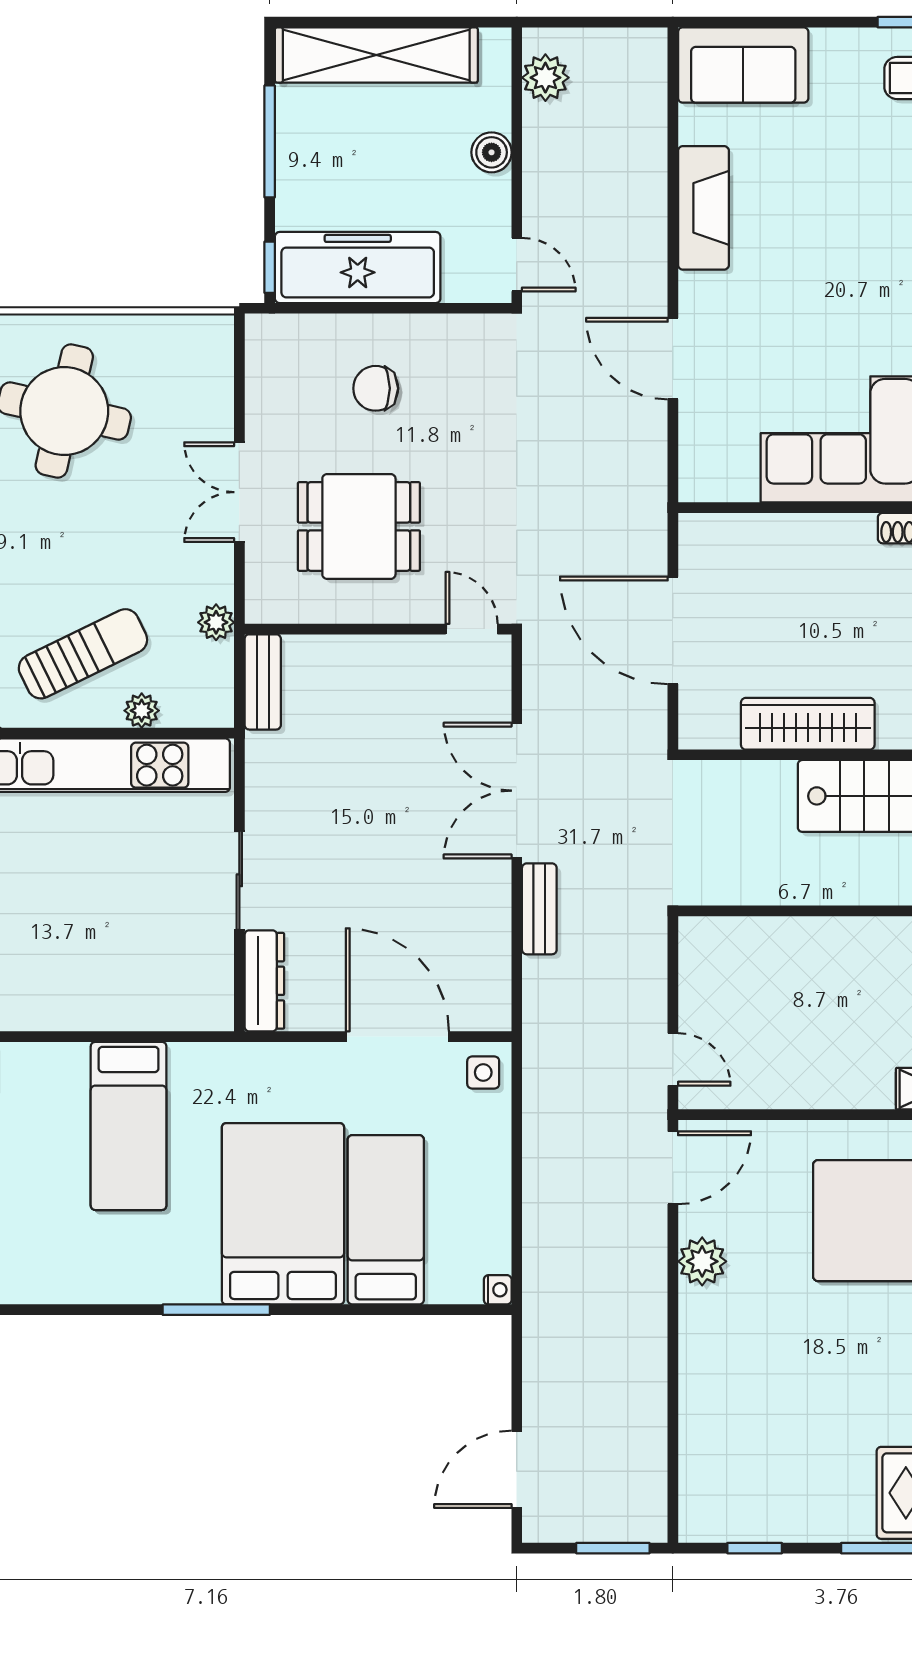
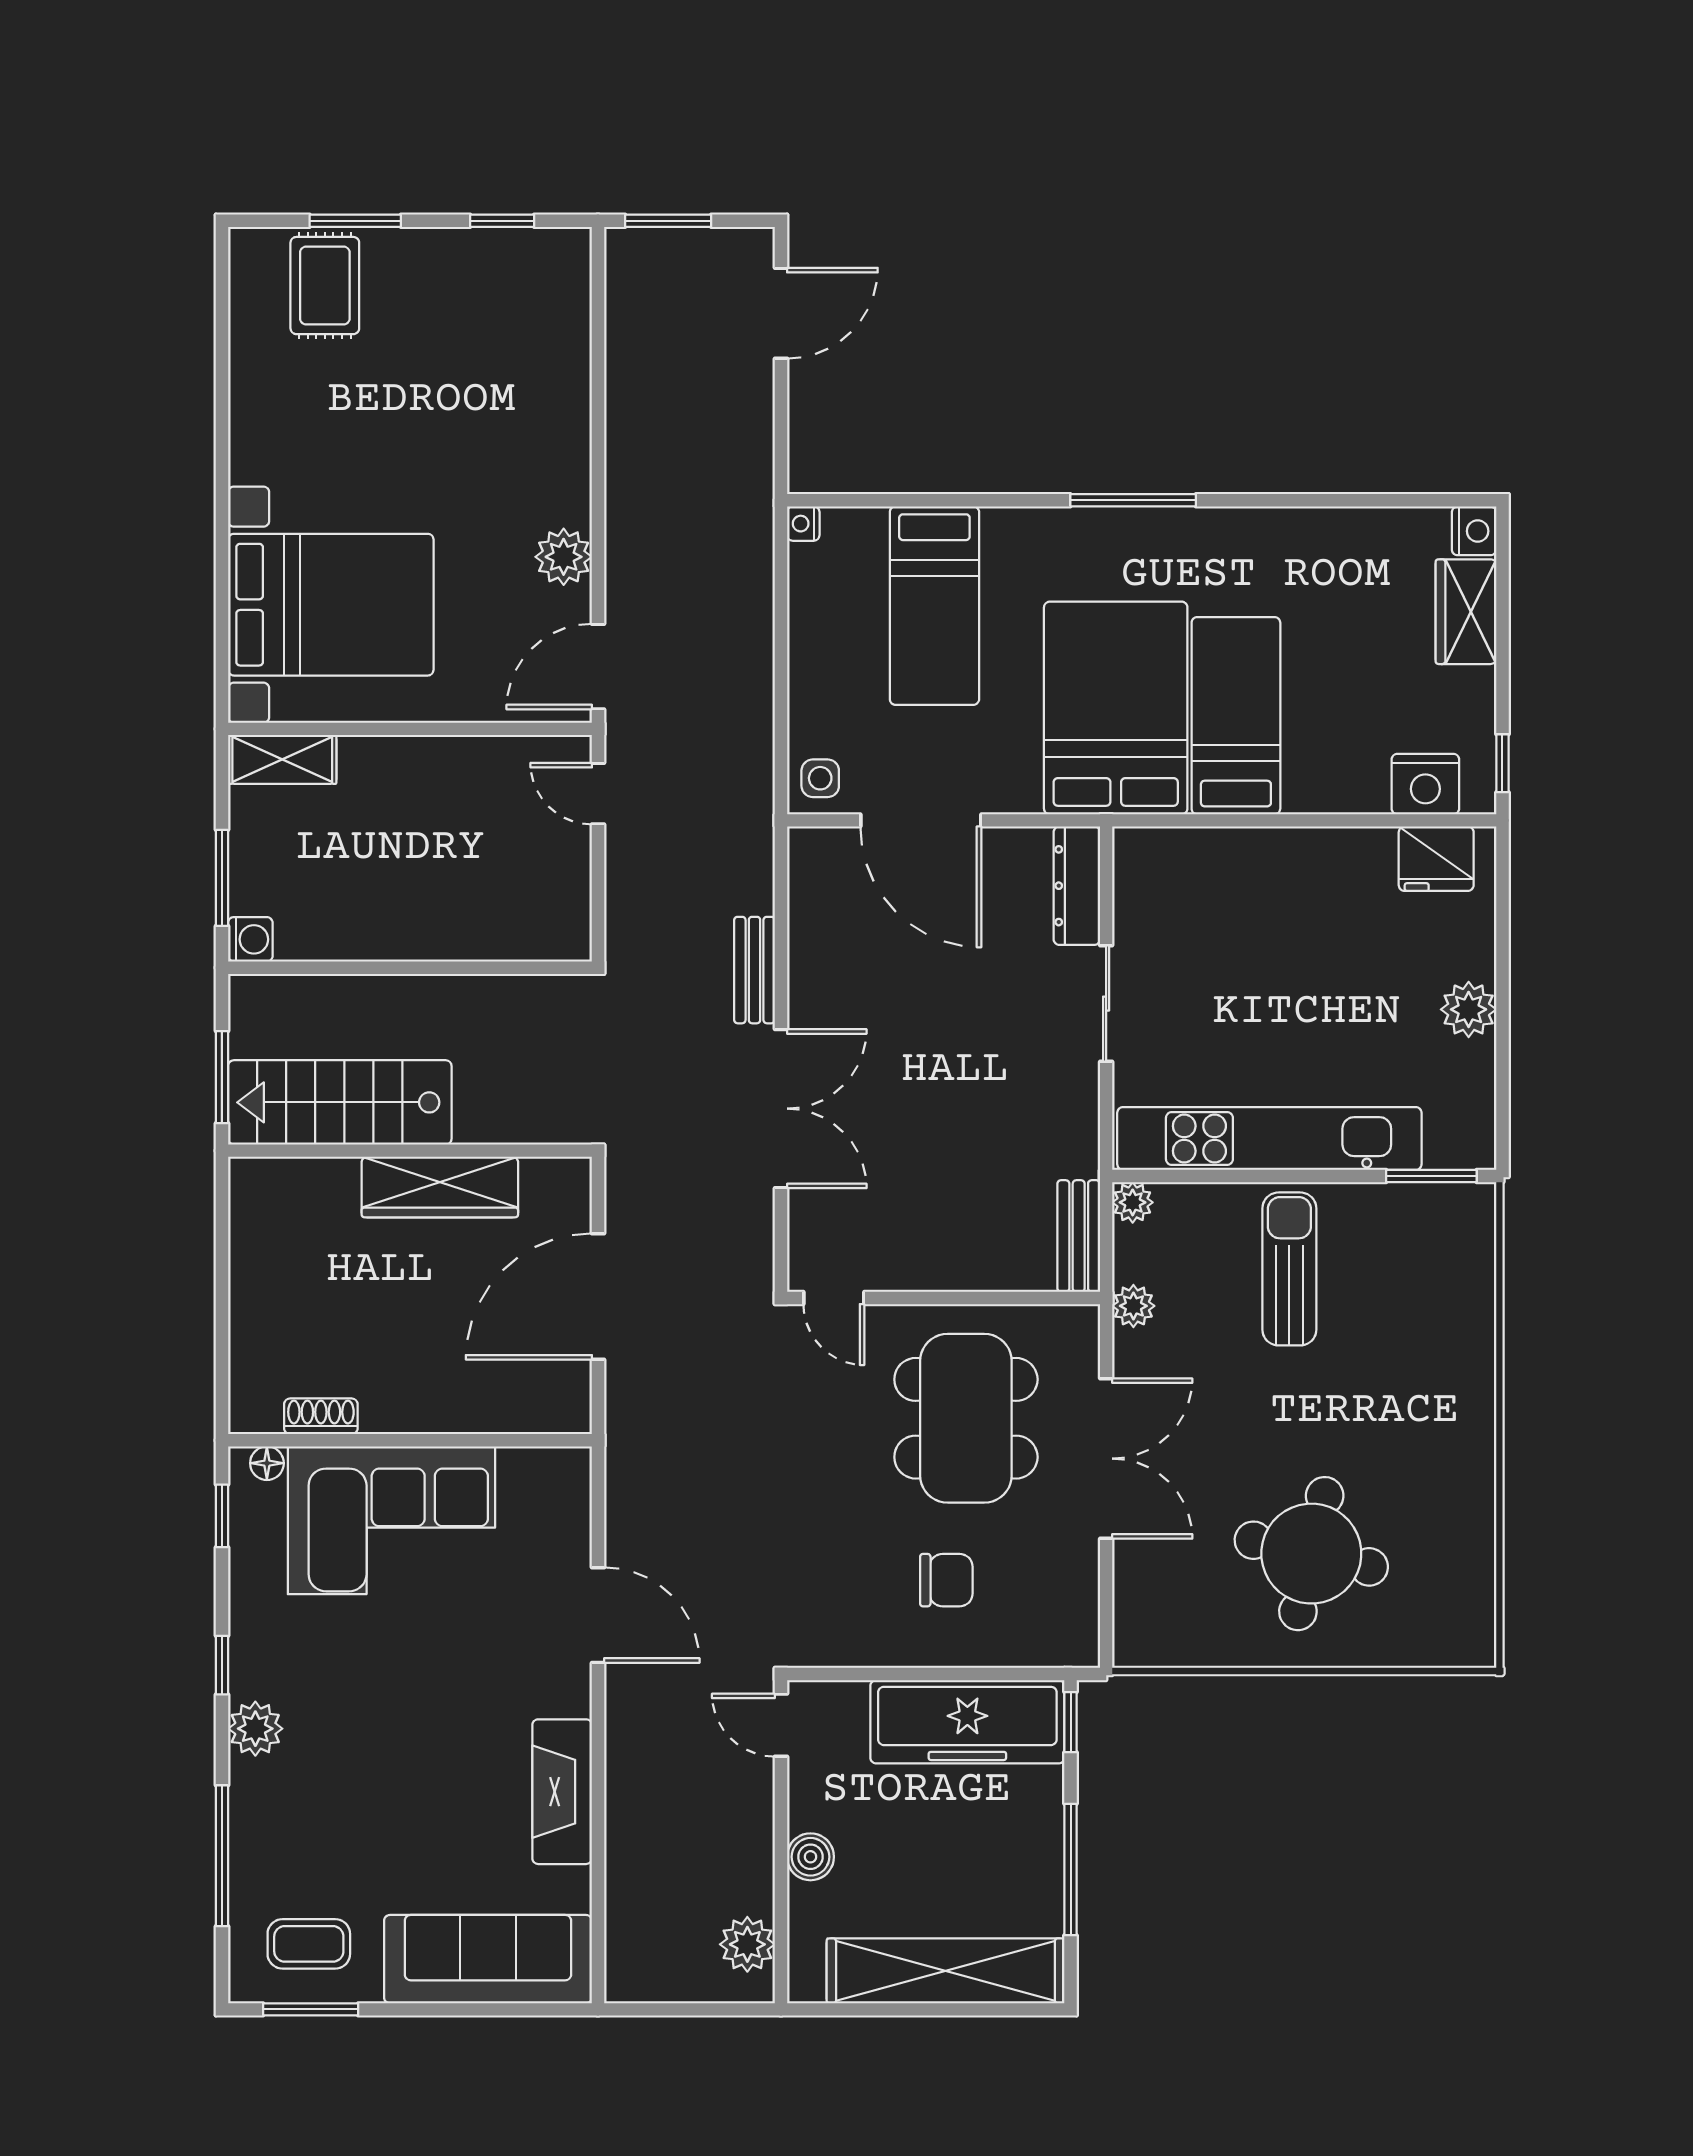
sofa: (743, 65) -> (488, 1959), width x1.36
double door: (239, 492) -> (1106, 1459), width x1.37
dining table: (359, 526) -> (966, 1418), width x1.38
door: (673, 630) -> (598, 1297), swing flipped
sun lounger: (83, 654) -> (1289, 1269), turned 116
plant: (142, 711) -> (1133, 1202), moved
bed: (283, 1214) -> (1116, 708), moved, turned 180

